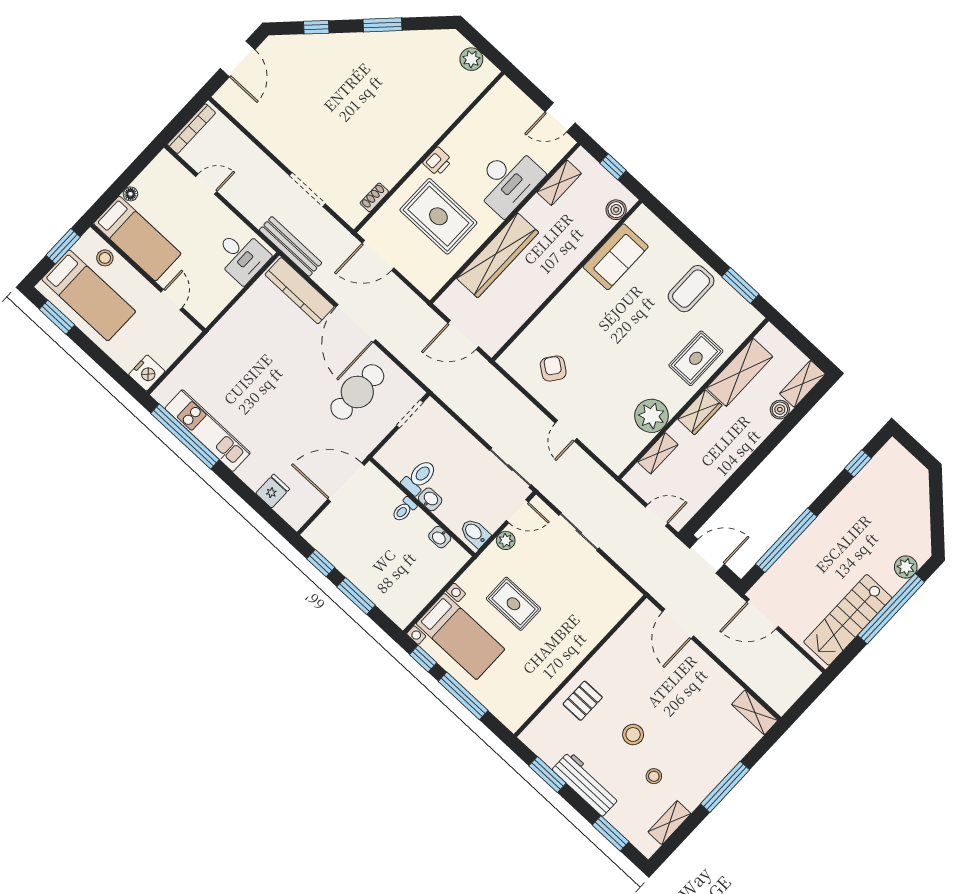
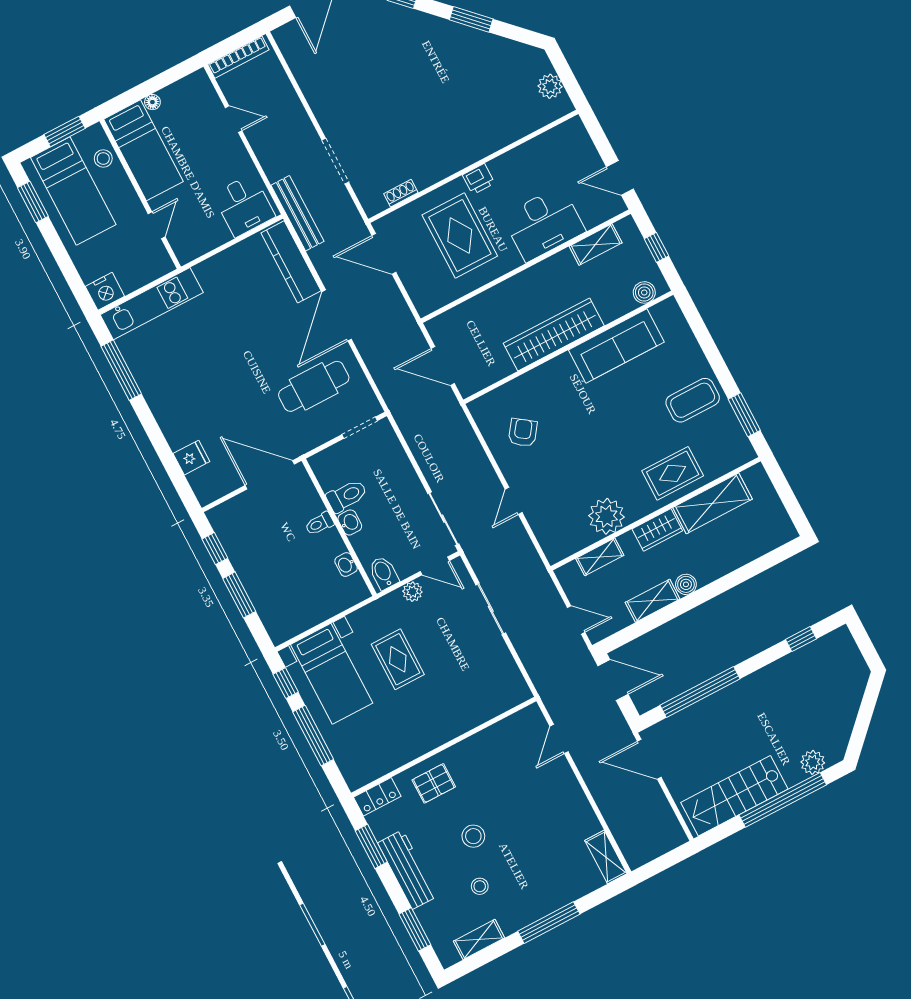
wardrobe: (498, 255) -> (554, 334), moved, turned 180
sofa: (616, 257) -> (616, 346), width x1.36
shelving: (802, 384) -> (653, 601), moved
boiler: (780, 410) -> (686, 584), moved
kitchen unit: (208, 431) -> (152, 304), moved, turned 90
window: (185, 436) -> (121, 370), width x0.68
door: (678, 624) -> (559, 739), width x0.73
locker: (538, 729) -> (377, 797), added

